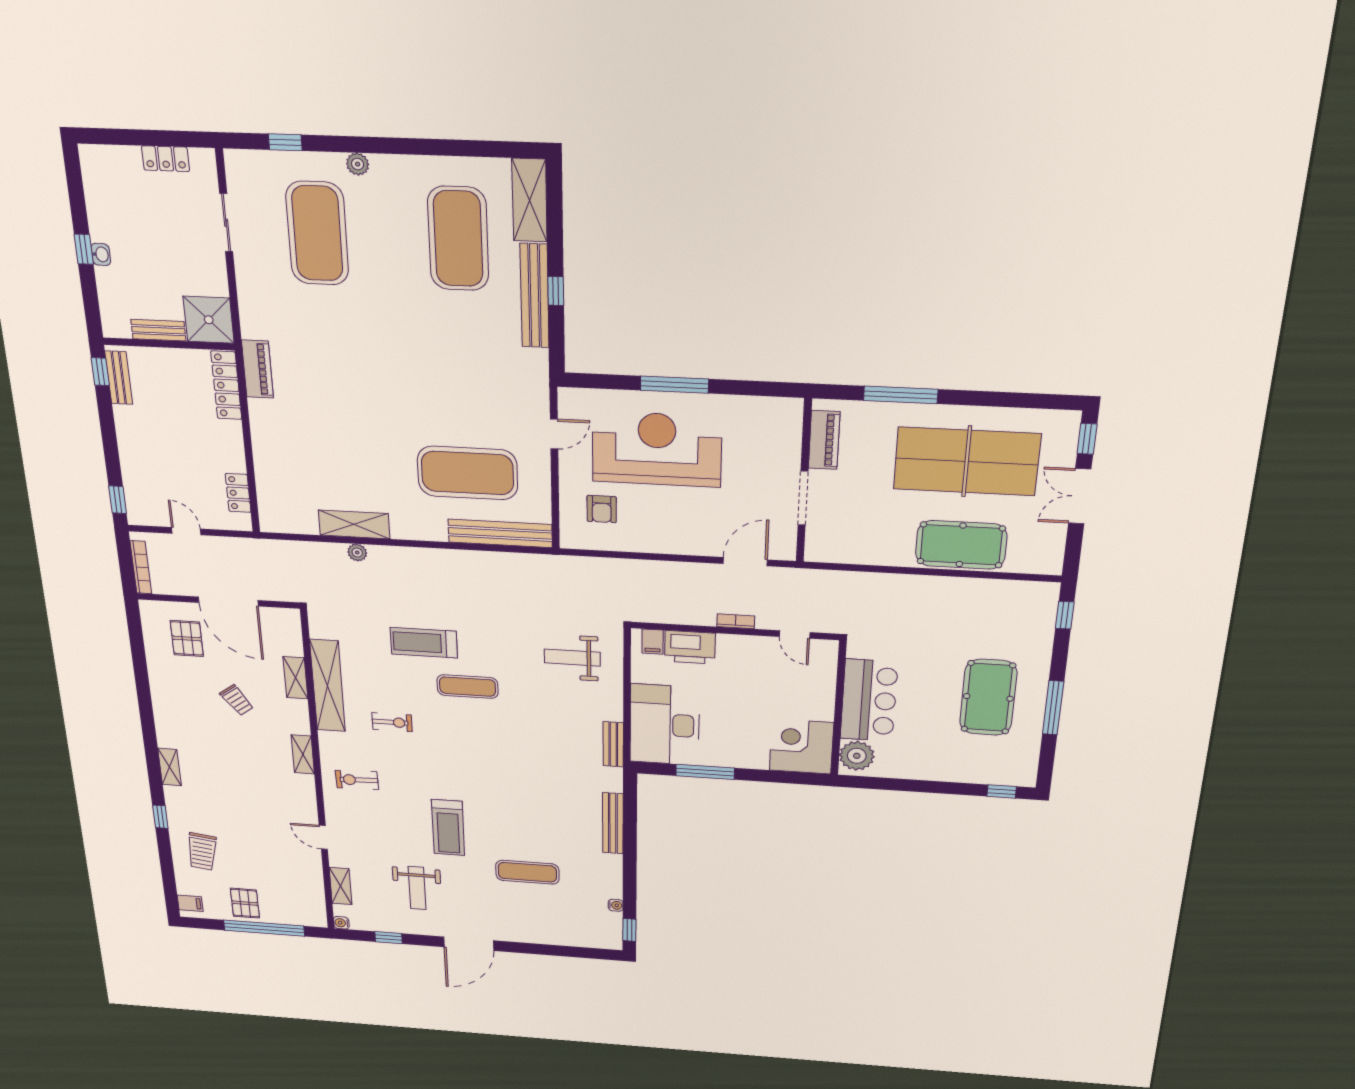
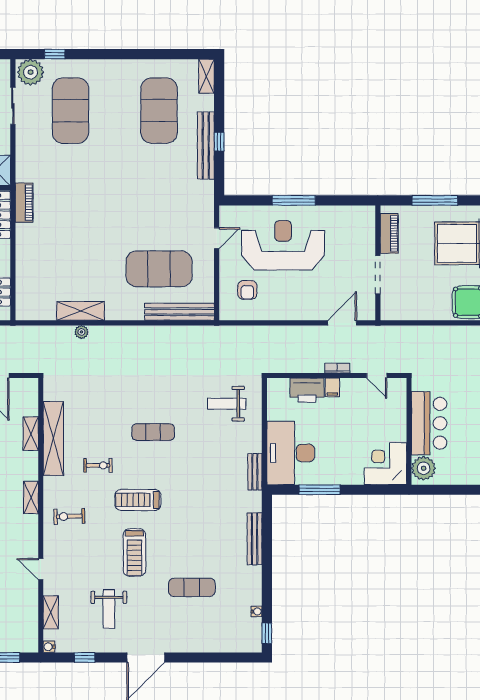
plant: (358, 164) -> (31, 72), moved, width x1.88, depth x1.88
shelving: (529, 200) -> (206, 76), width x0.67, depth x0.75
filing cabinet: (653, 642) -> (332, 387), moved
treadmill: (424, 643) -> (138, 500), moved

